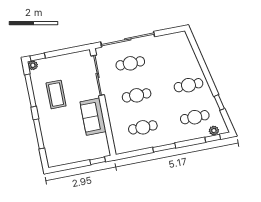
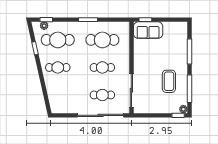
sofa: (93, 117) -> (148, 30), moved, turned 90
cafe table: (195, 117) -> (58, 40), width x1.37, depth x1.35
cafe table: (143, 127) -> (102, 40), width x1.37, depth x1.35

